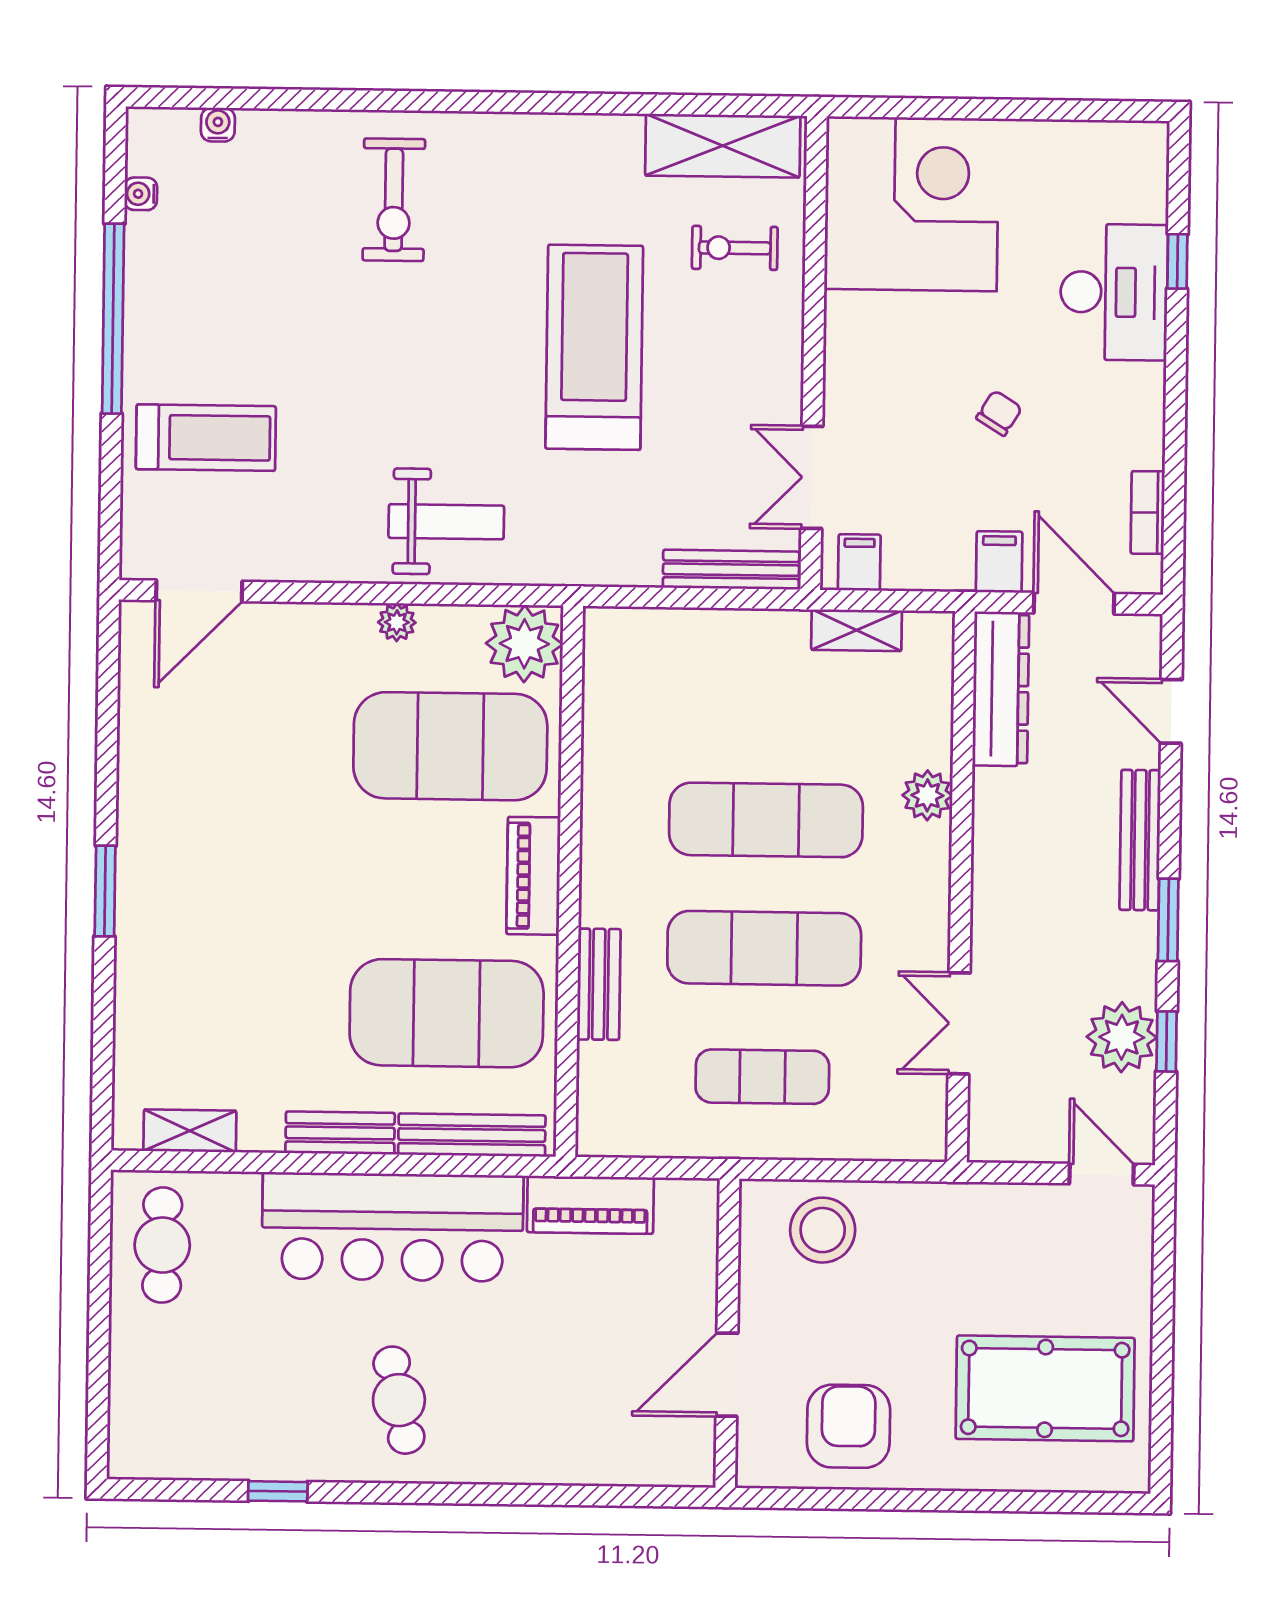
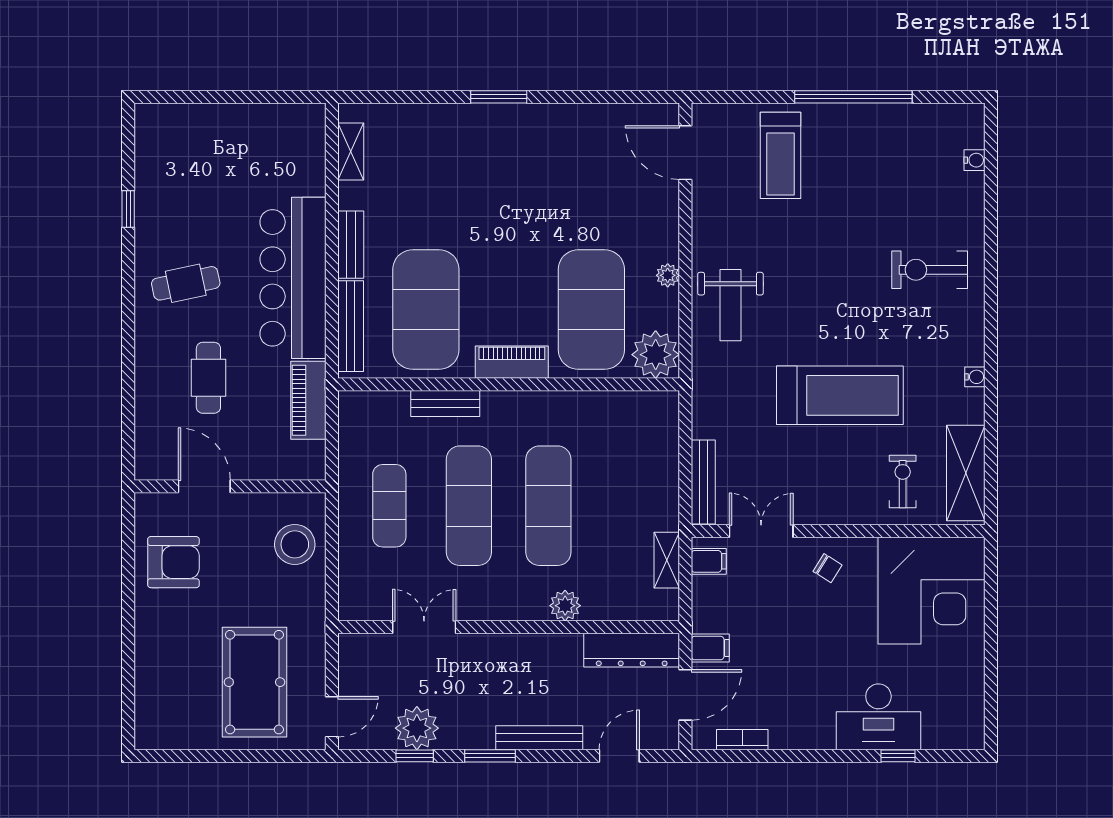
water cooler: (141, 194) -> (975, 377), moved, turned 90
chair: (999, 413) -> (828, 568), moved
cafe table: (162, 1245) -> (208, 378), moved, turned 90
pool table: (1045, 1388) -> (254, 682), moved

